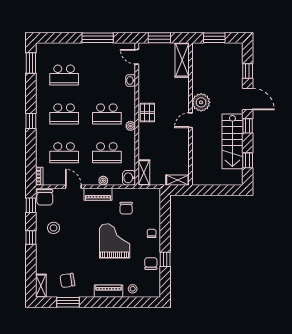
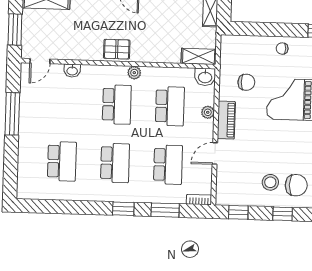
window: (31, 63) -> (165, 210), moved
chair: (45, 197) -> (296, 185), moved

